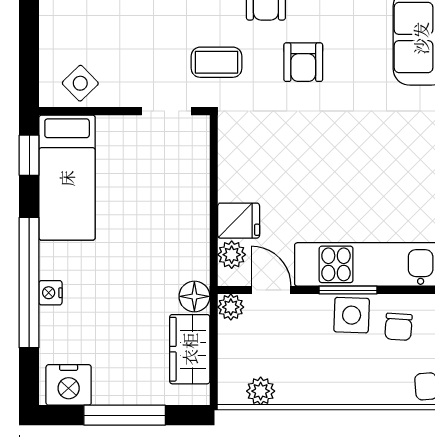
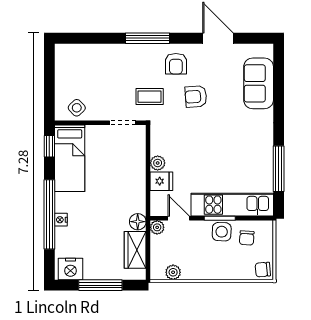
armchair: (303, 62) -> (196, 97), turned 86
plant: (232, 255) -> (158, 163), moved

